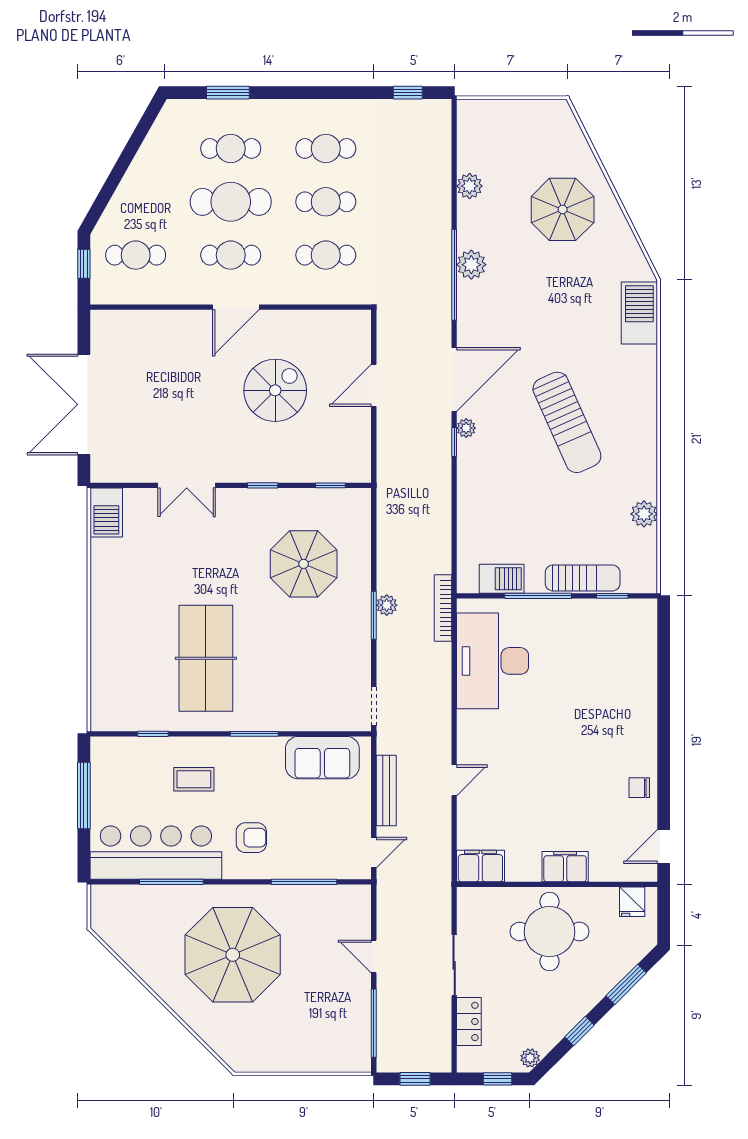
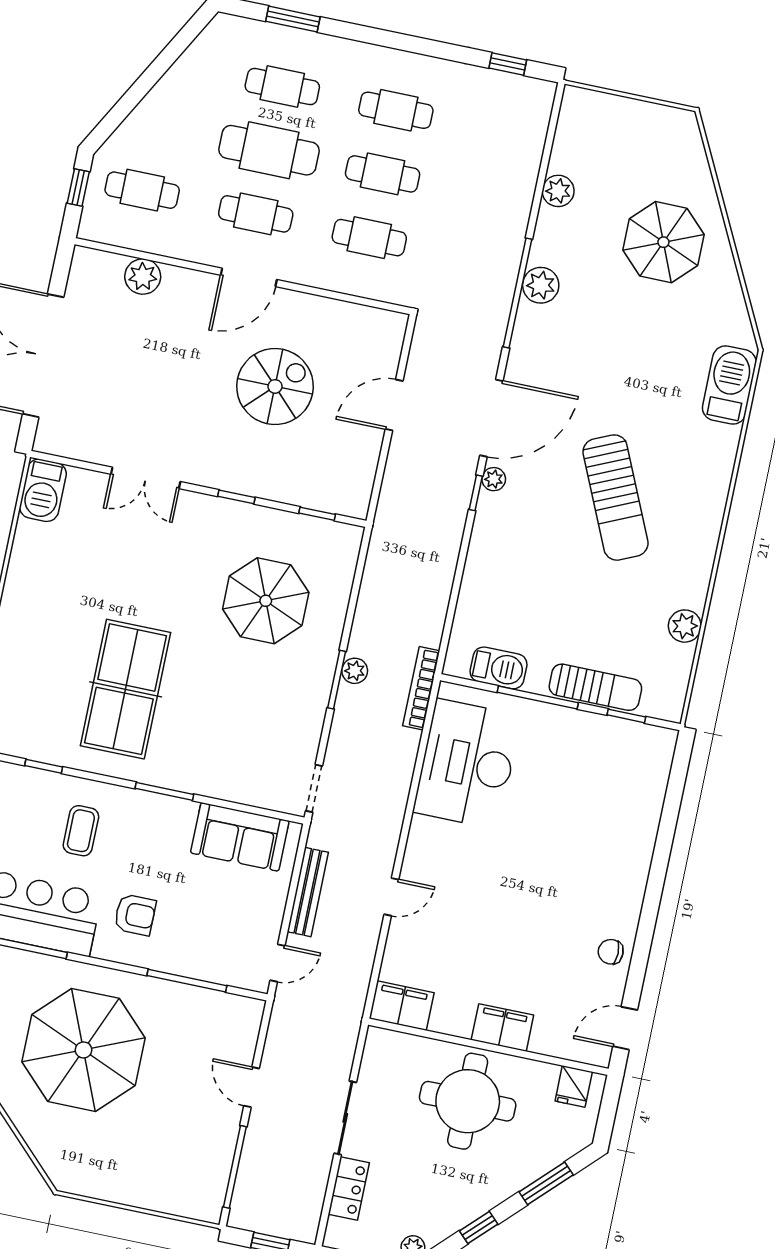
plant: (151, 324) -> (143, 277), added
coffee table: (194, 779) -> (81, 831), turned 90

